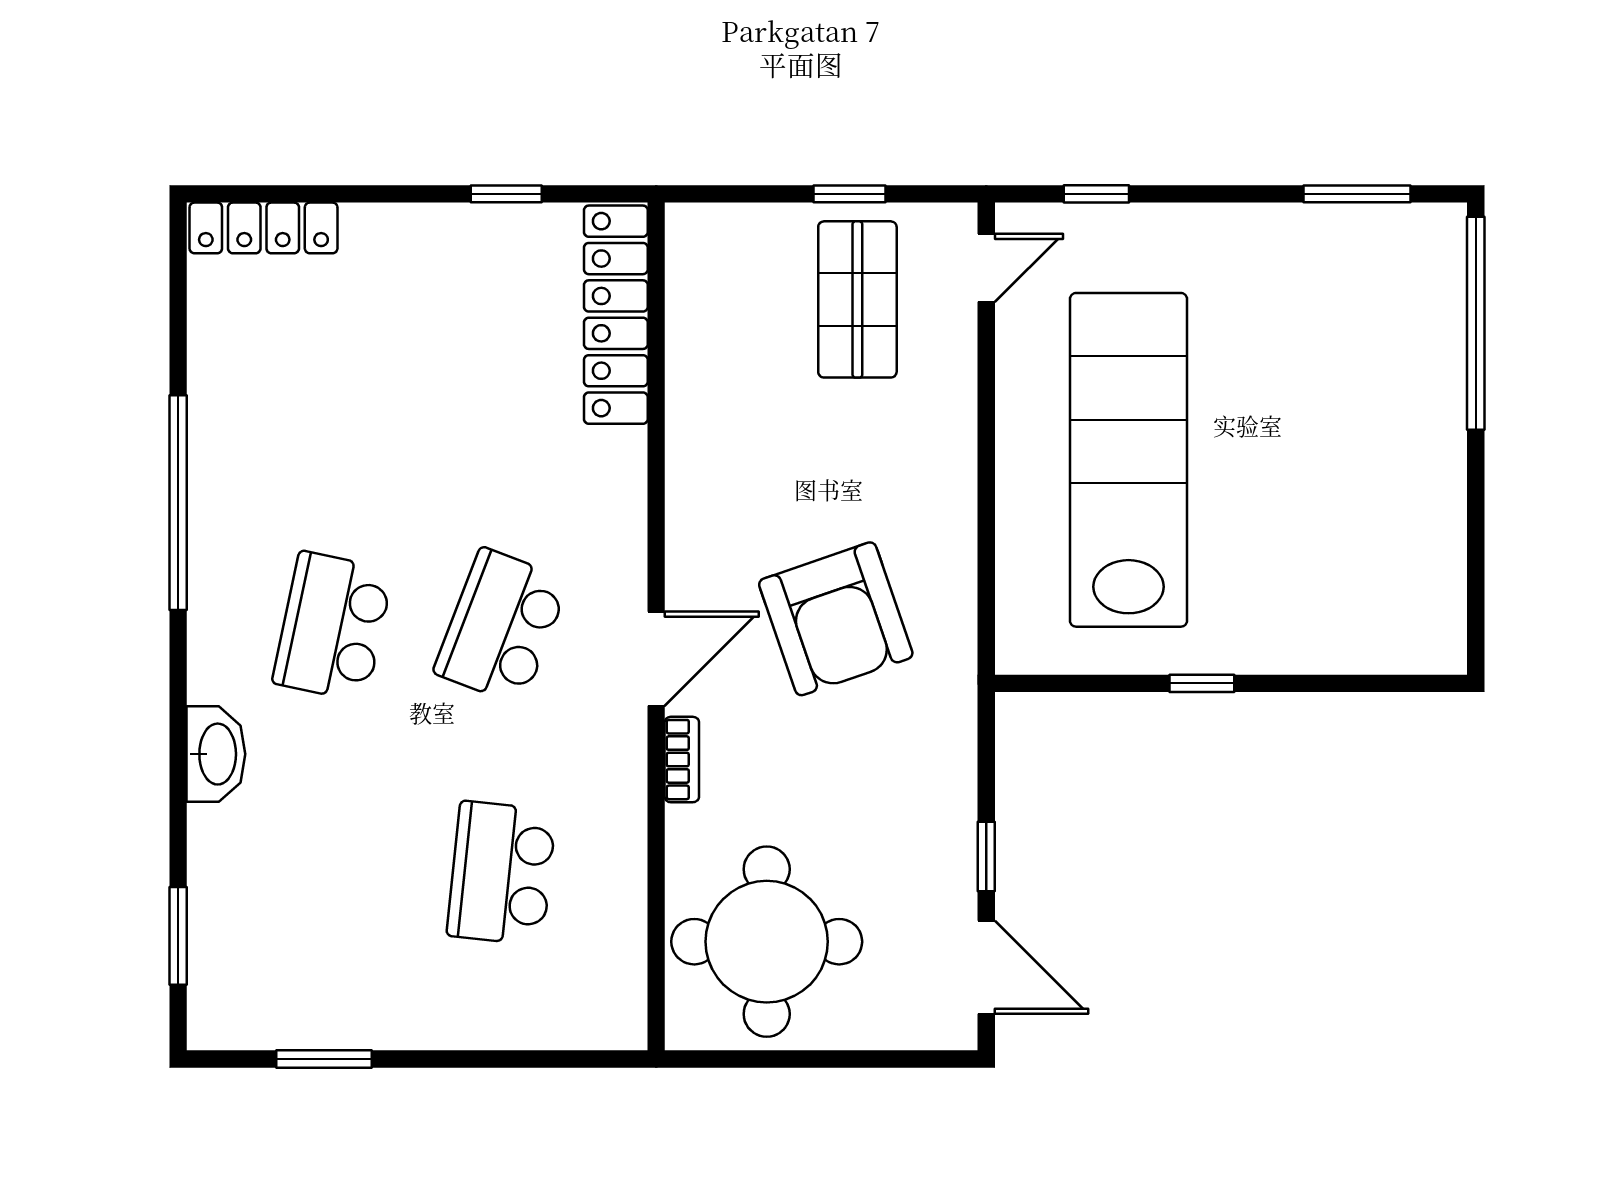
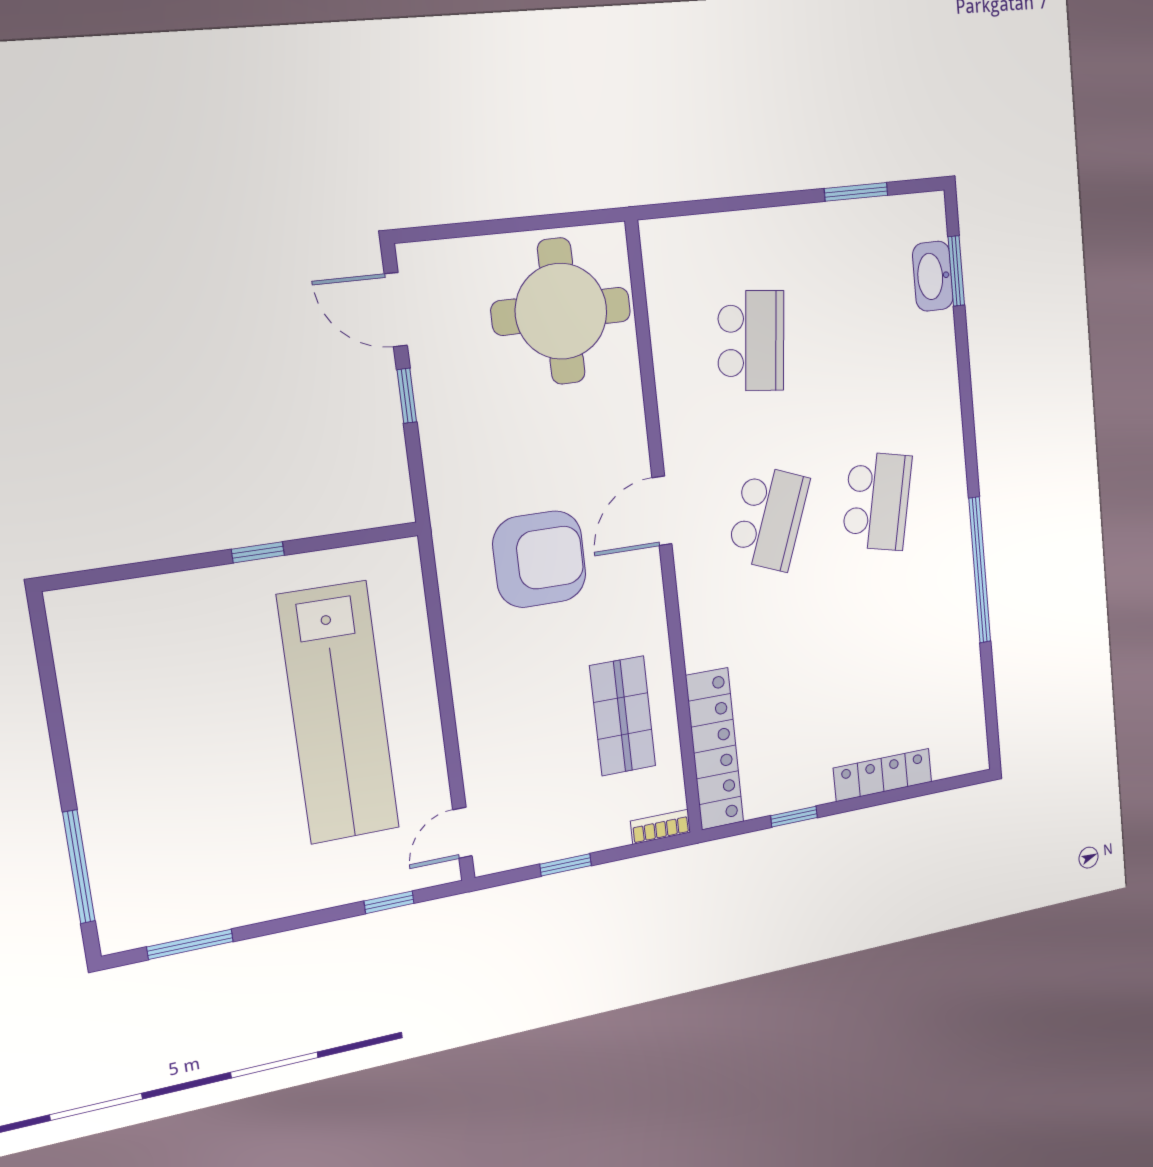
locker: (263, 228) -> (883, 775), moved
shop shelf: (857, 299) -> (623, 716), moved
window: (1476, 323) -> (79, 867), width x0.68
armchair: (836, 619) -> (539, 559), turned 109
washbasin: (216, 754) -> (933, 276), moved
bookcase: (682, 760) -> (661, 827), moved, turned 90

